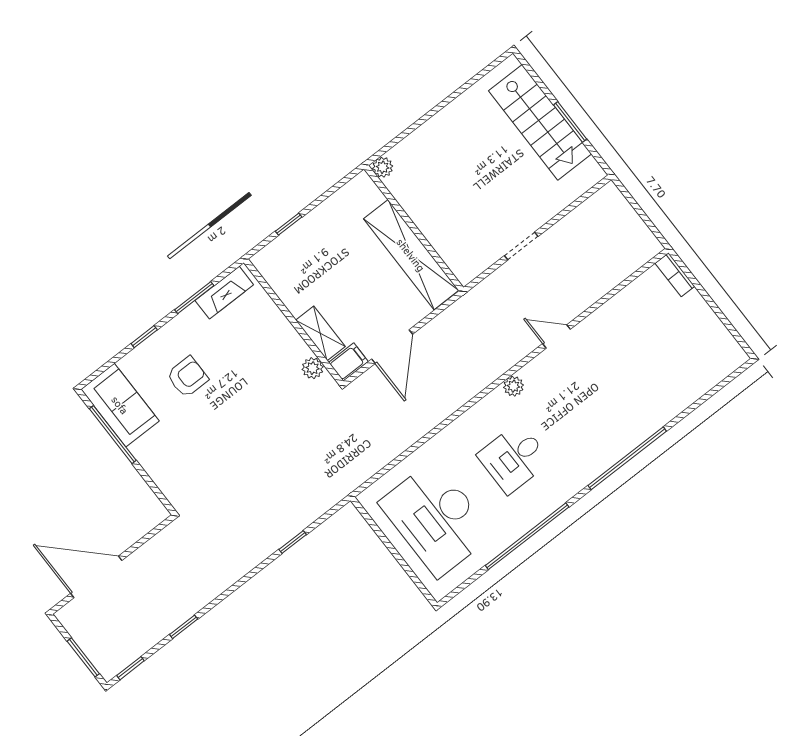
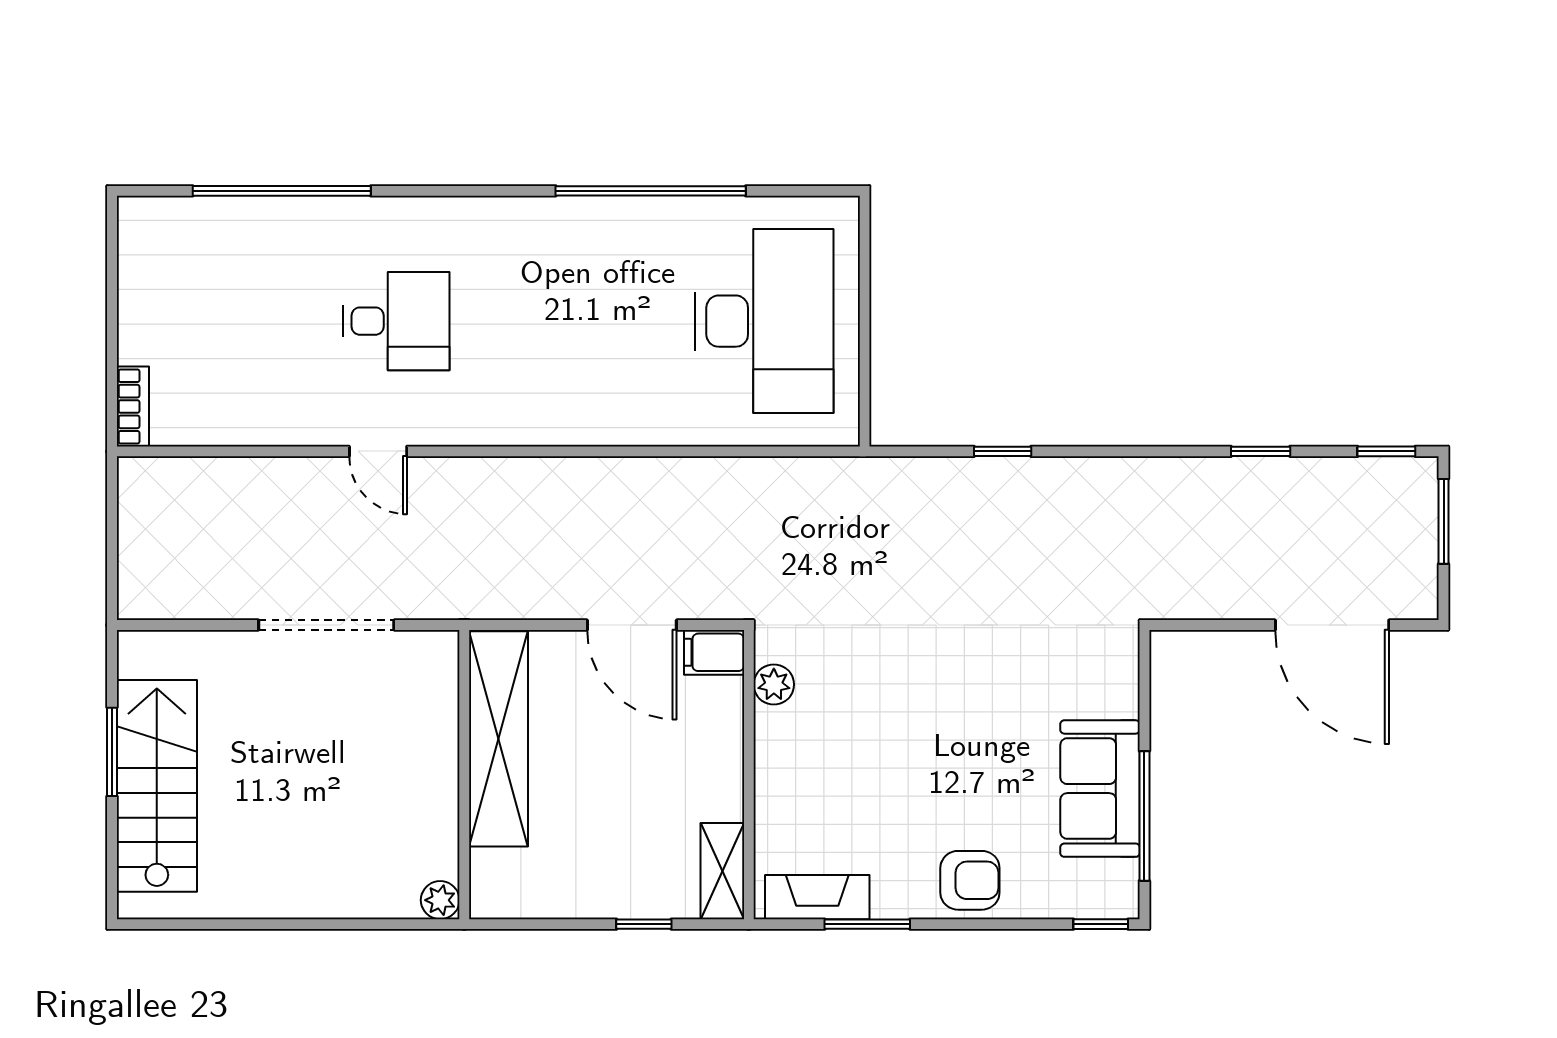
doorway: (521, 246) -> (326, 625), width x1.87
shelving: (320, 333) -> (722, 871), moved
window: (144, 337) -> (1101, 924), moved
door: (392, 347) -> (632, 625), swing flipped
armchair: (187, 377) -> (970, 880), moved, turned 180
plant: (513, 386) -> (499, 427), removed
sofa: (120, 405) -> (1100, 789), moved
desk: (514, 458) -> (396, 321), moved
window: (627, 458) -> (282, 191), moved

